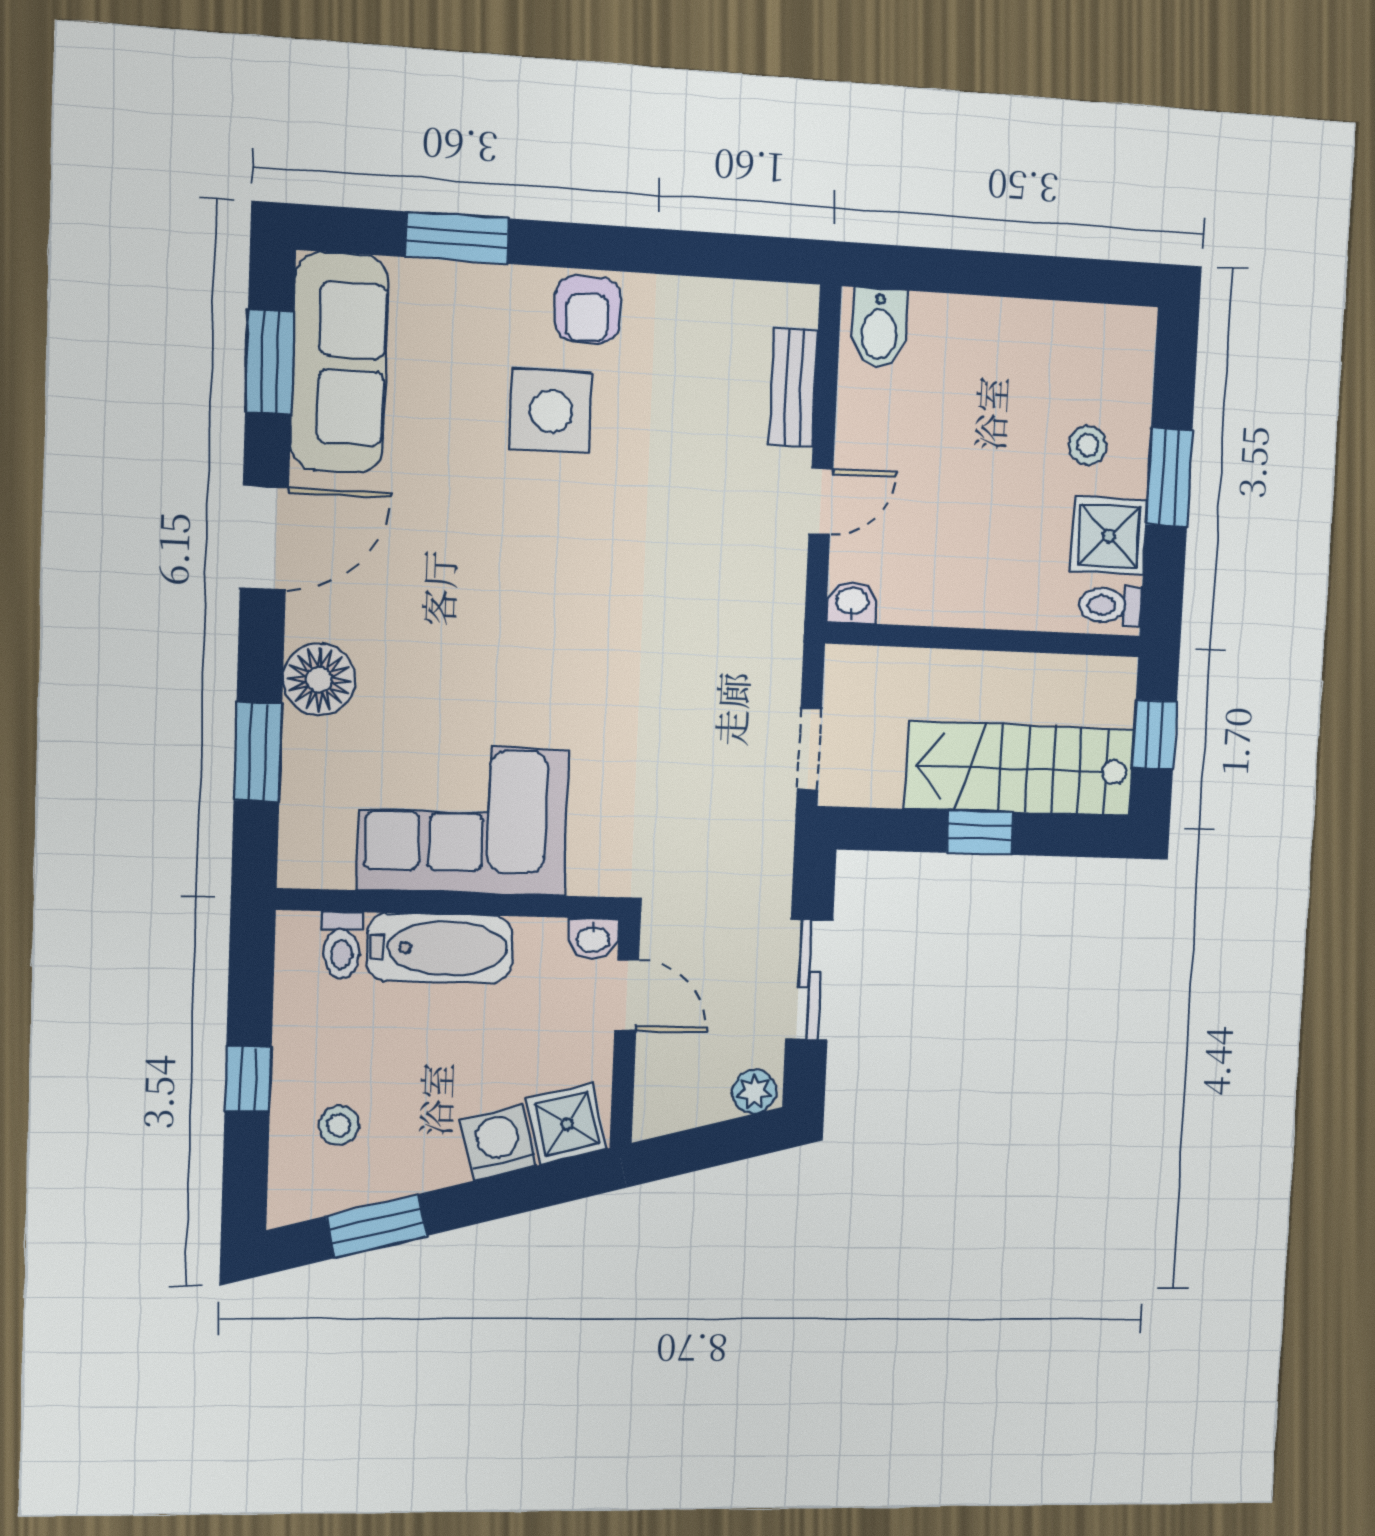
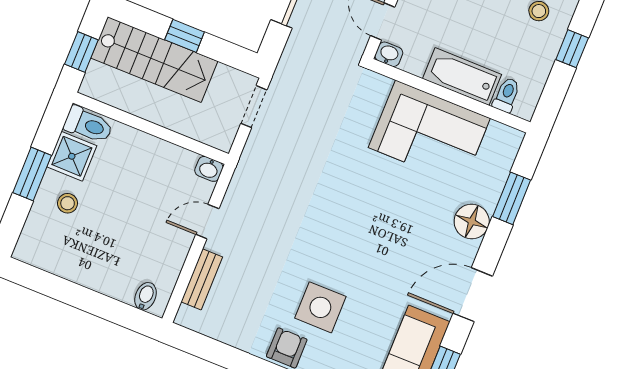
bidet: (879, 328) -> (146, 296), width x0.72, depth x0.74
toilet: (1110, 605) -> (88, 125), width x1.37, depth x1.39

